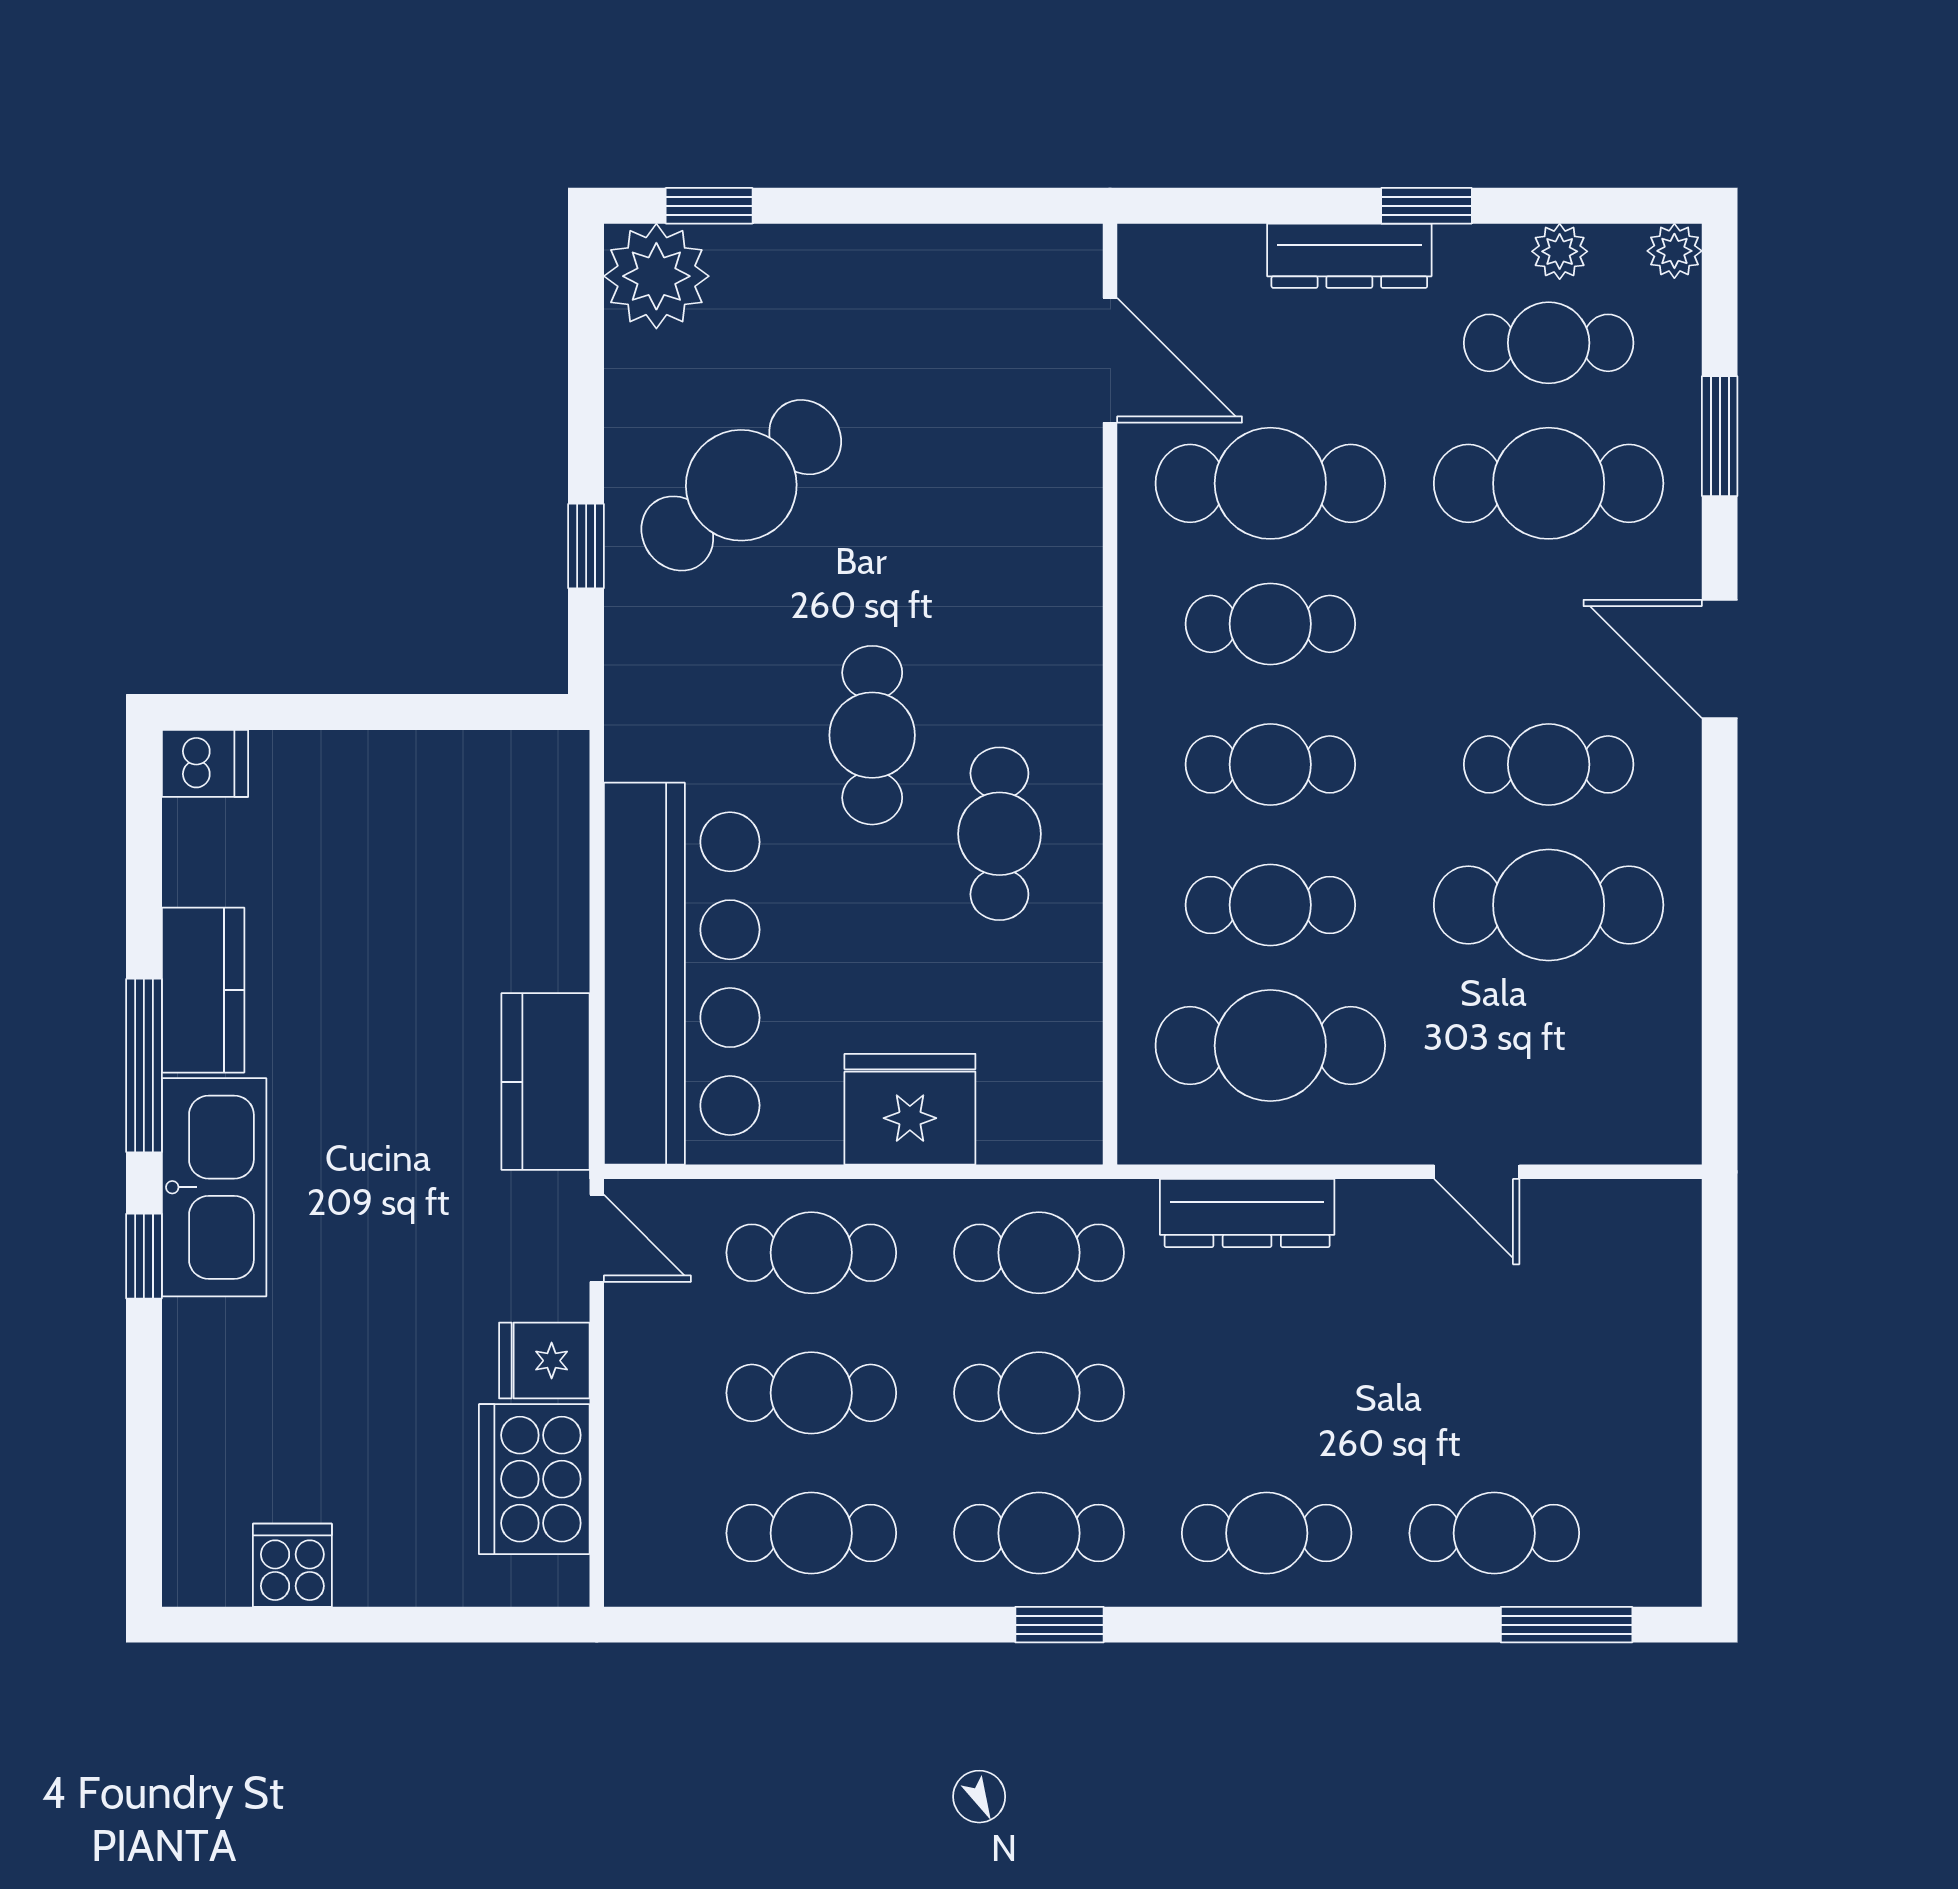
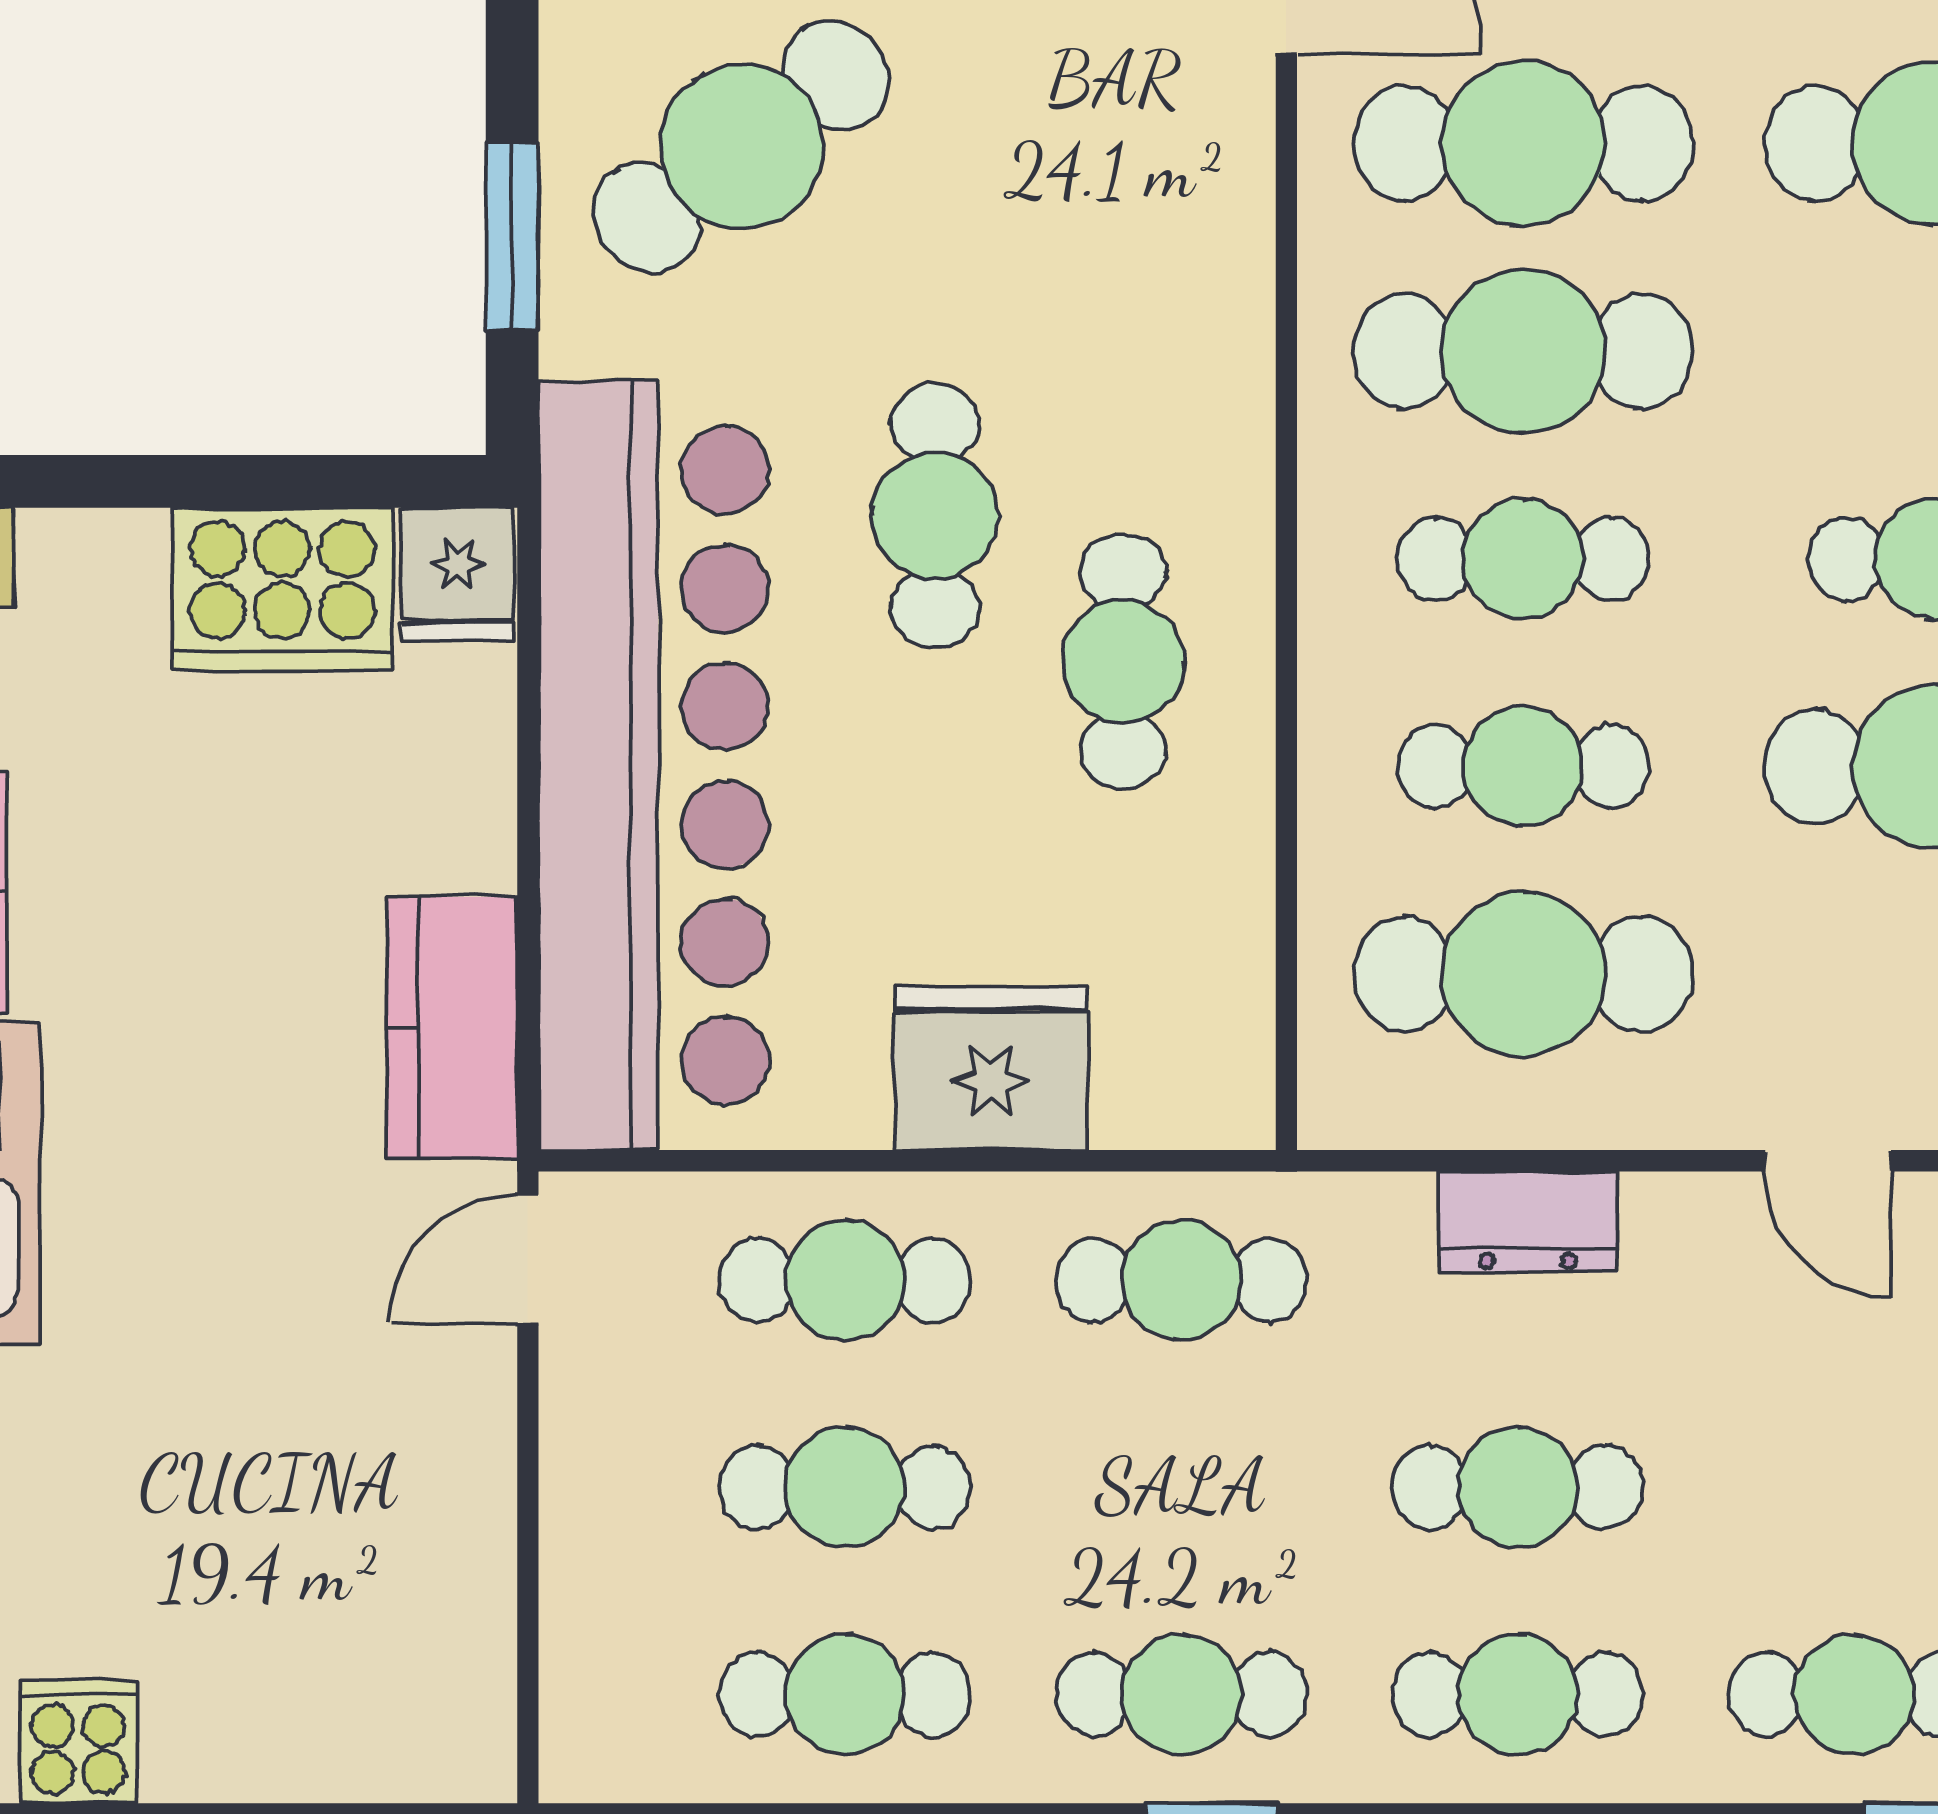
window: (586, 546) -> (512, 236), width x1.50
cafe table: (1270, 624) -> (1523, 351), width x1.37, depth x1.35
bar counter: (682, 974) -> (653, 765), width x1.36
dresser: (1247, 1213) -> (1528, 1222), width x0.70
door: (597, 1238) -> (528, 1259), swing flipped
fridge: (544, 1361) -> (458, 575), moved, turned -90
cafe table: (1039, 1393) -> (1518, 1487), moved
cooker: (534, 1479) -> (282, 589), moved, turned -90

